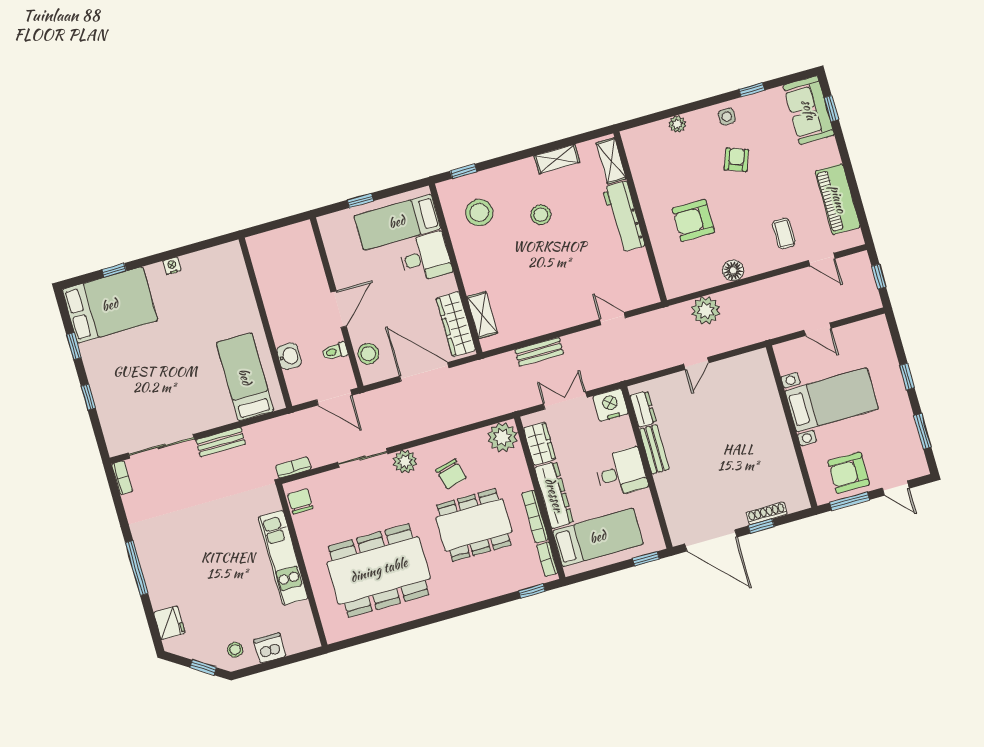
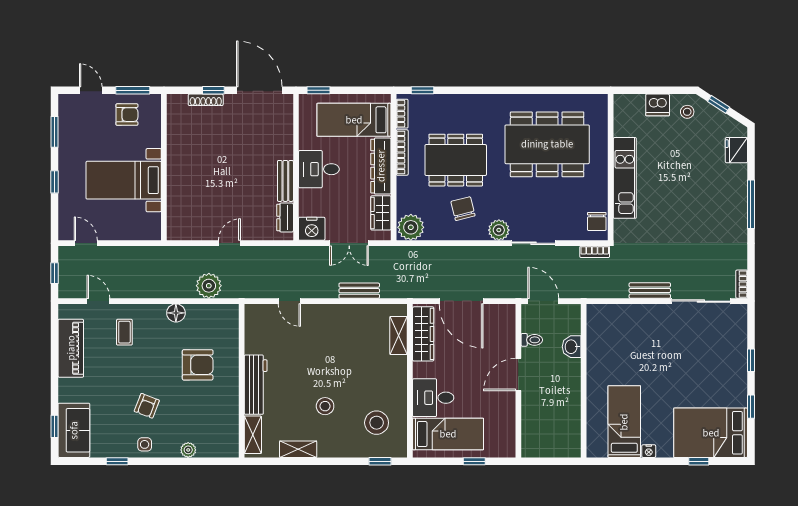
door: (818, 329) -> (86, 243), moved
stool: (368, 354) -> (504, 330), removed
bed: (245, 377) -> (624, 422), moved, turned 180
armchair: (849, 473) -> (127, 115), width x0.72, depth x0.72

